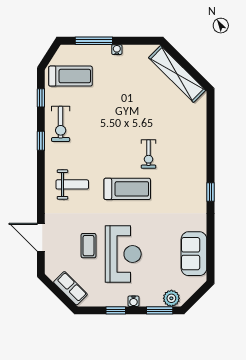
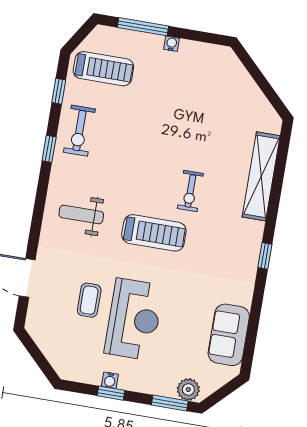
shelving: (177, 74) -> (261, 176), moved, turned 45
weight bench: (72, 184) -> (81, 214), turned 180
row of seats: (70, 288) -> (55, 353), removed
water cooler: (134, 301) -> (110, 380), moved

